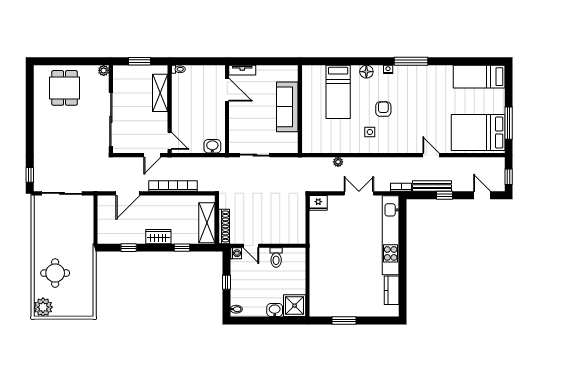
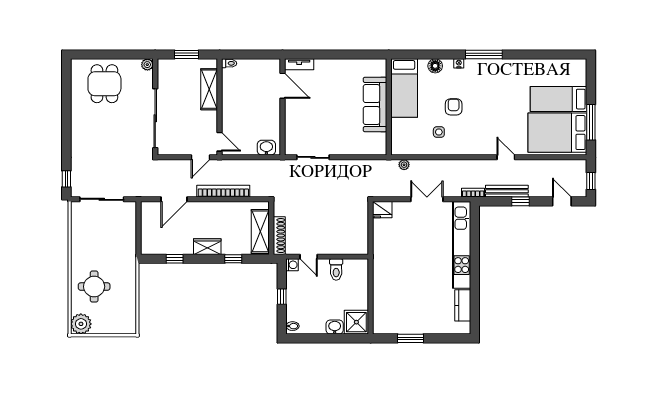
bed: (479, 77) -> (559, 99), moved
sofa: (287, 107) -> (375, 105), moved
wall: (300, 109) -> (389, 107), moved

